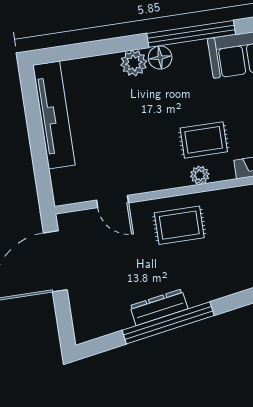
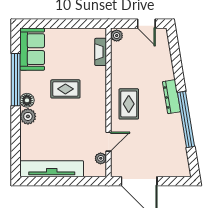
rug: (204, 140) -> (65, 89), moved, turned 90
plant: (200, 175) -> (101, 158), moved
dresser: (159, 307) -> (171, 97), moved

